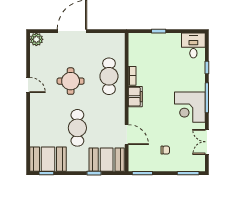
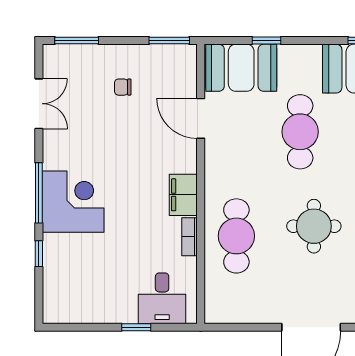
desk: (193, 45) -> (162, 298), moved
corner desk: (190, 107) -> (73, 202), moved

